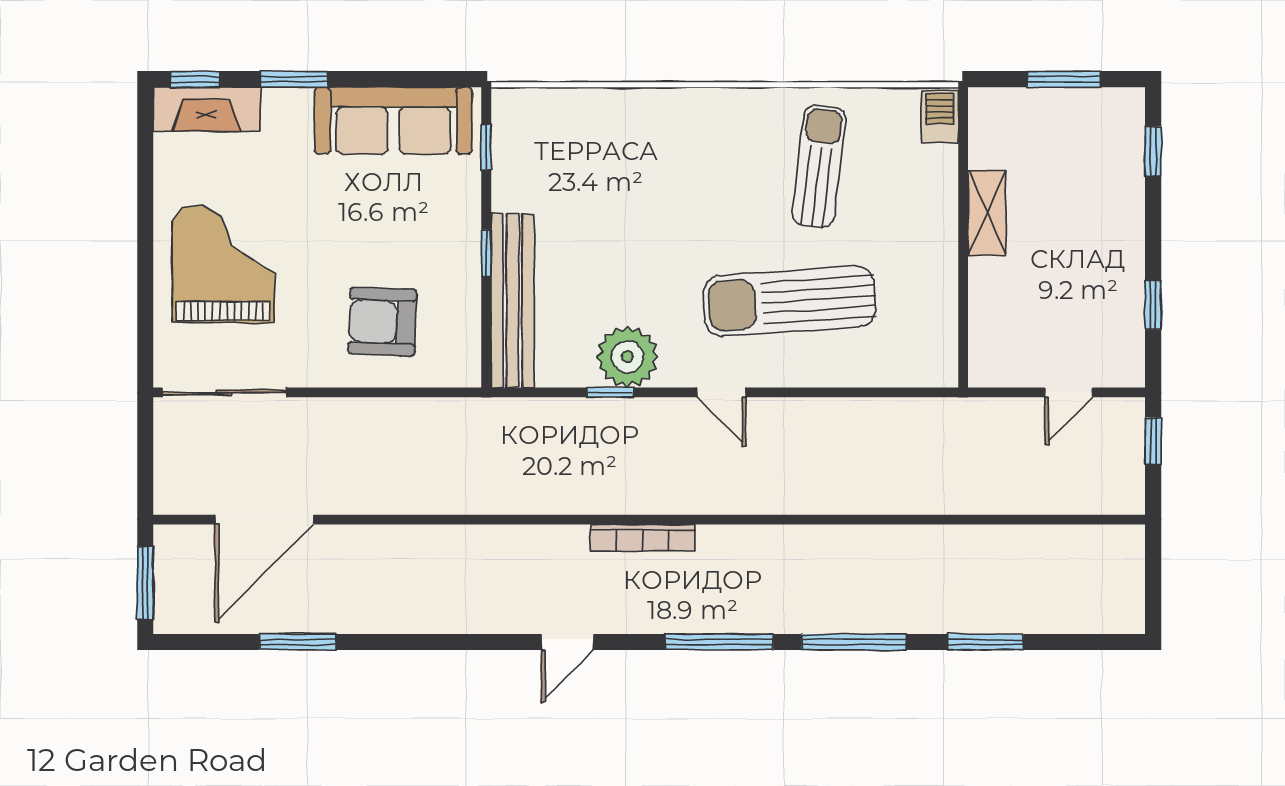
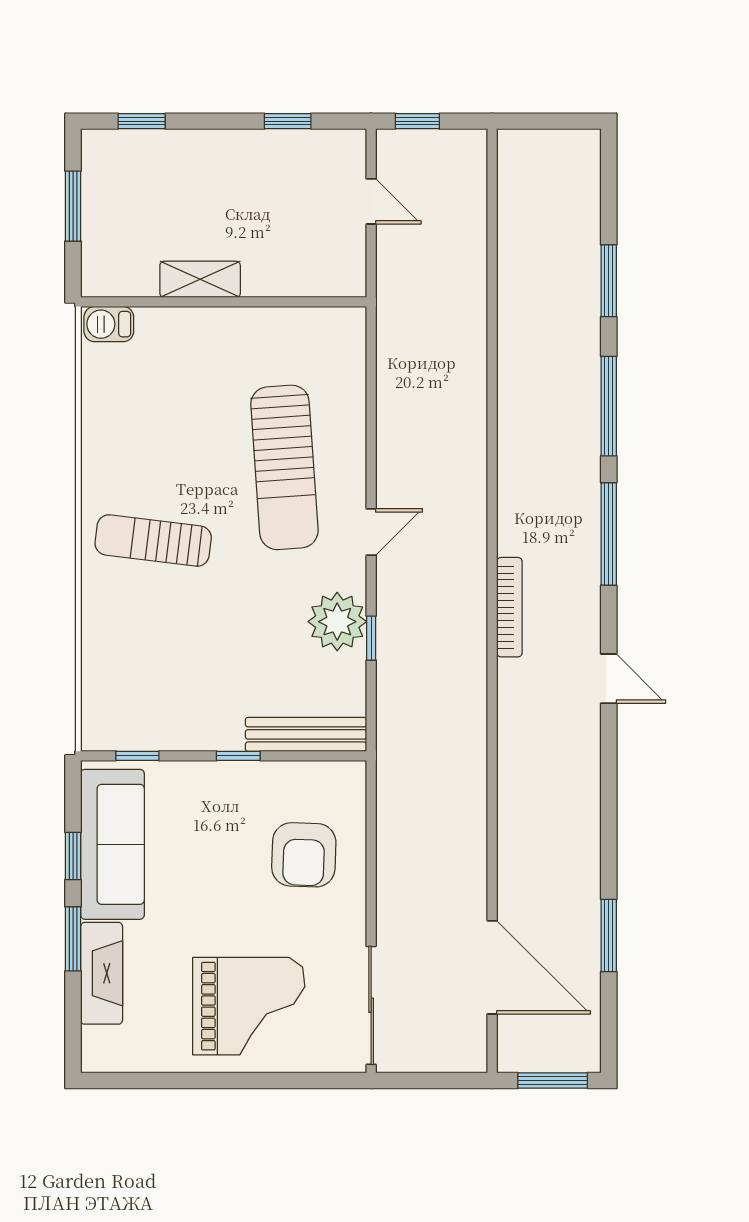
window: (195, 79) -> (73, 856), moved
fireplace: (207, 109) -> (102, 973), moved
sun lounger: (819, 166) -> (153, 541), moved
grand piano: (223, 264) -> (249, 1006), turned 180
bench: (513, 301) -> (306, 734), width x0.73, depth x0.82

